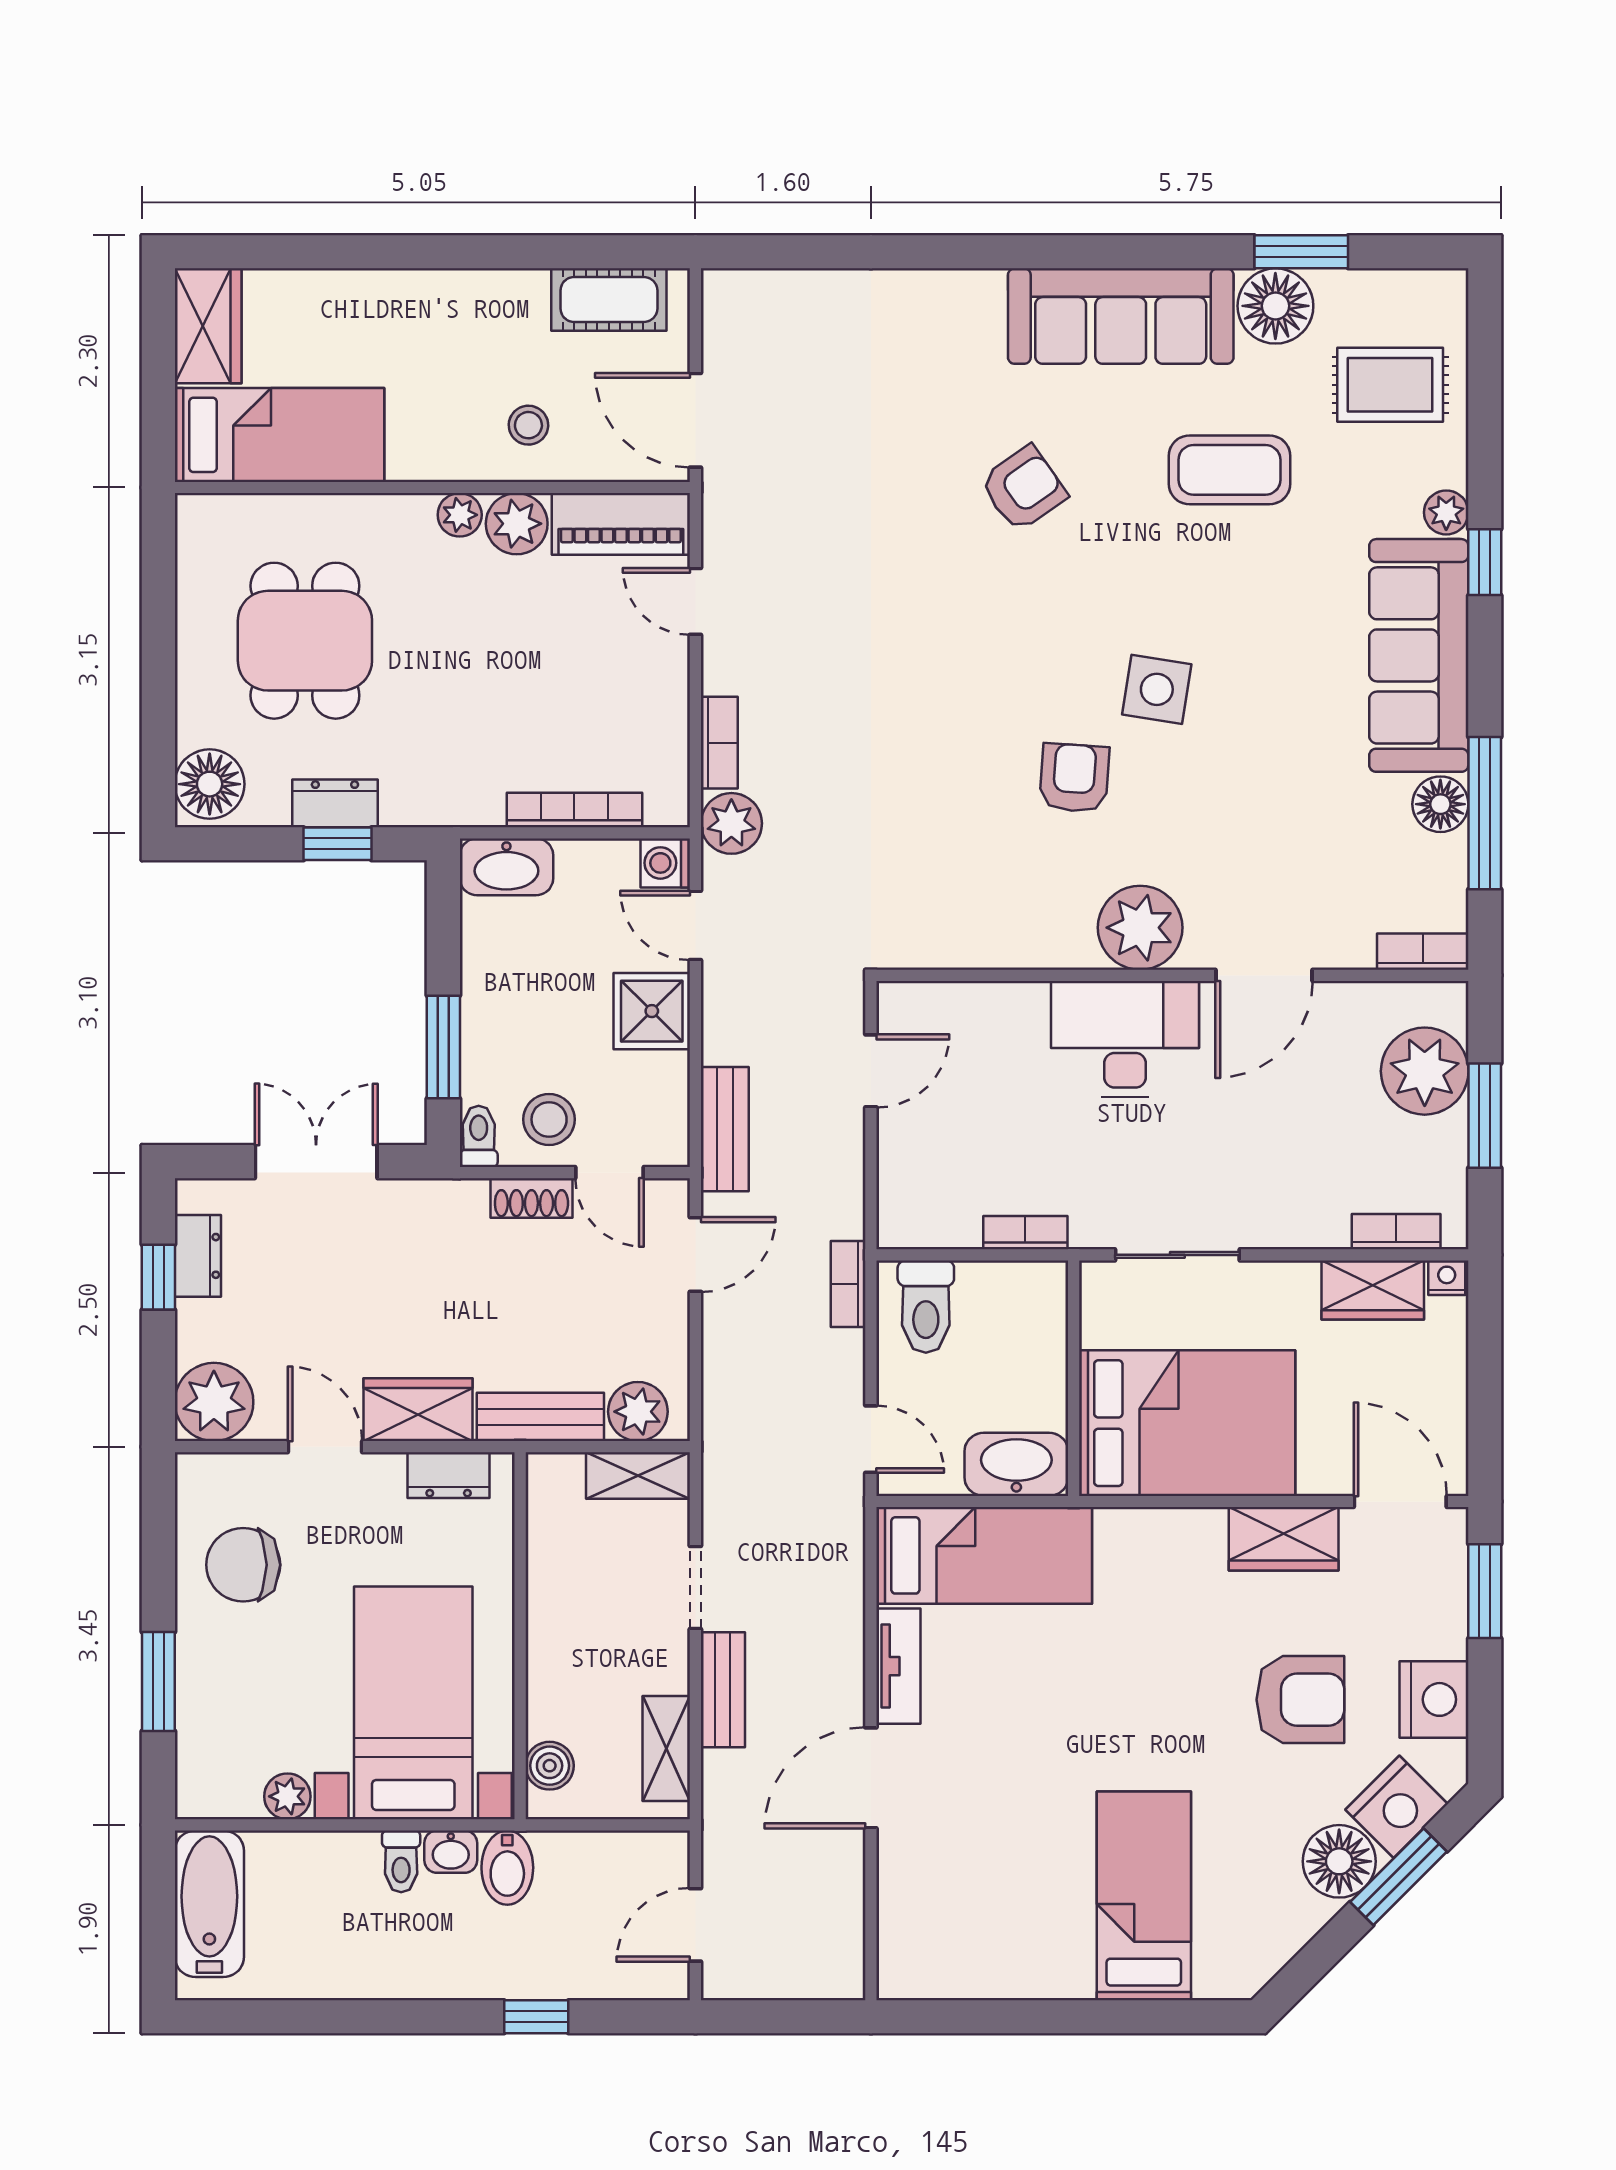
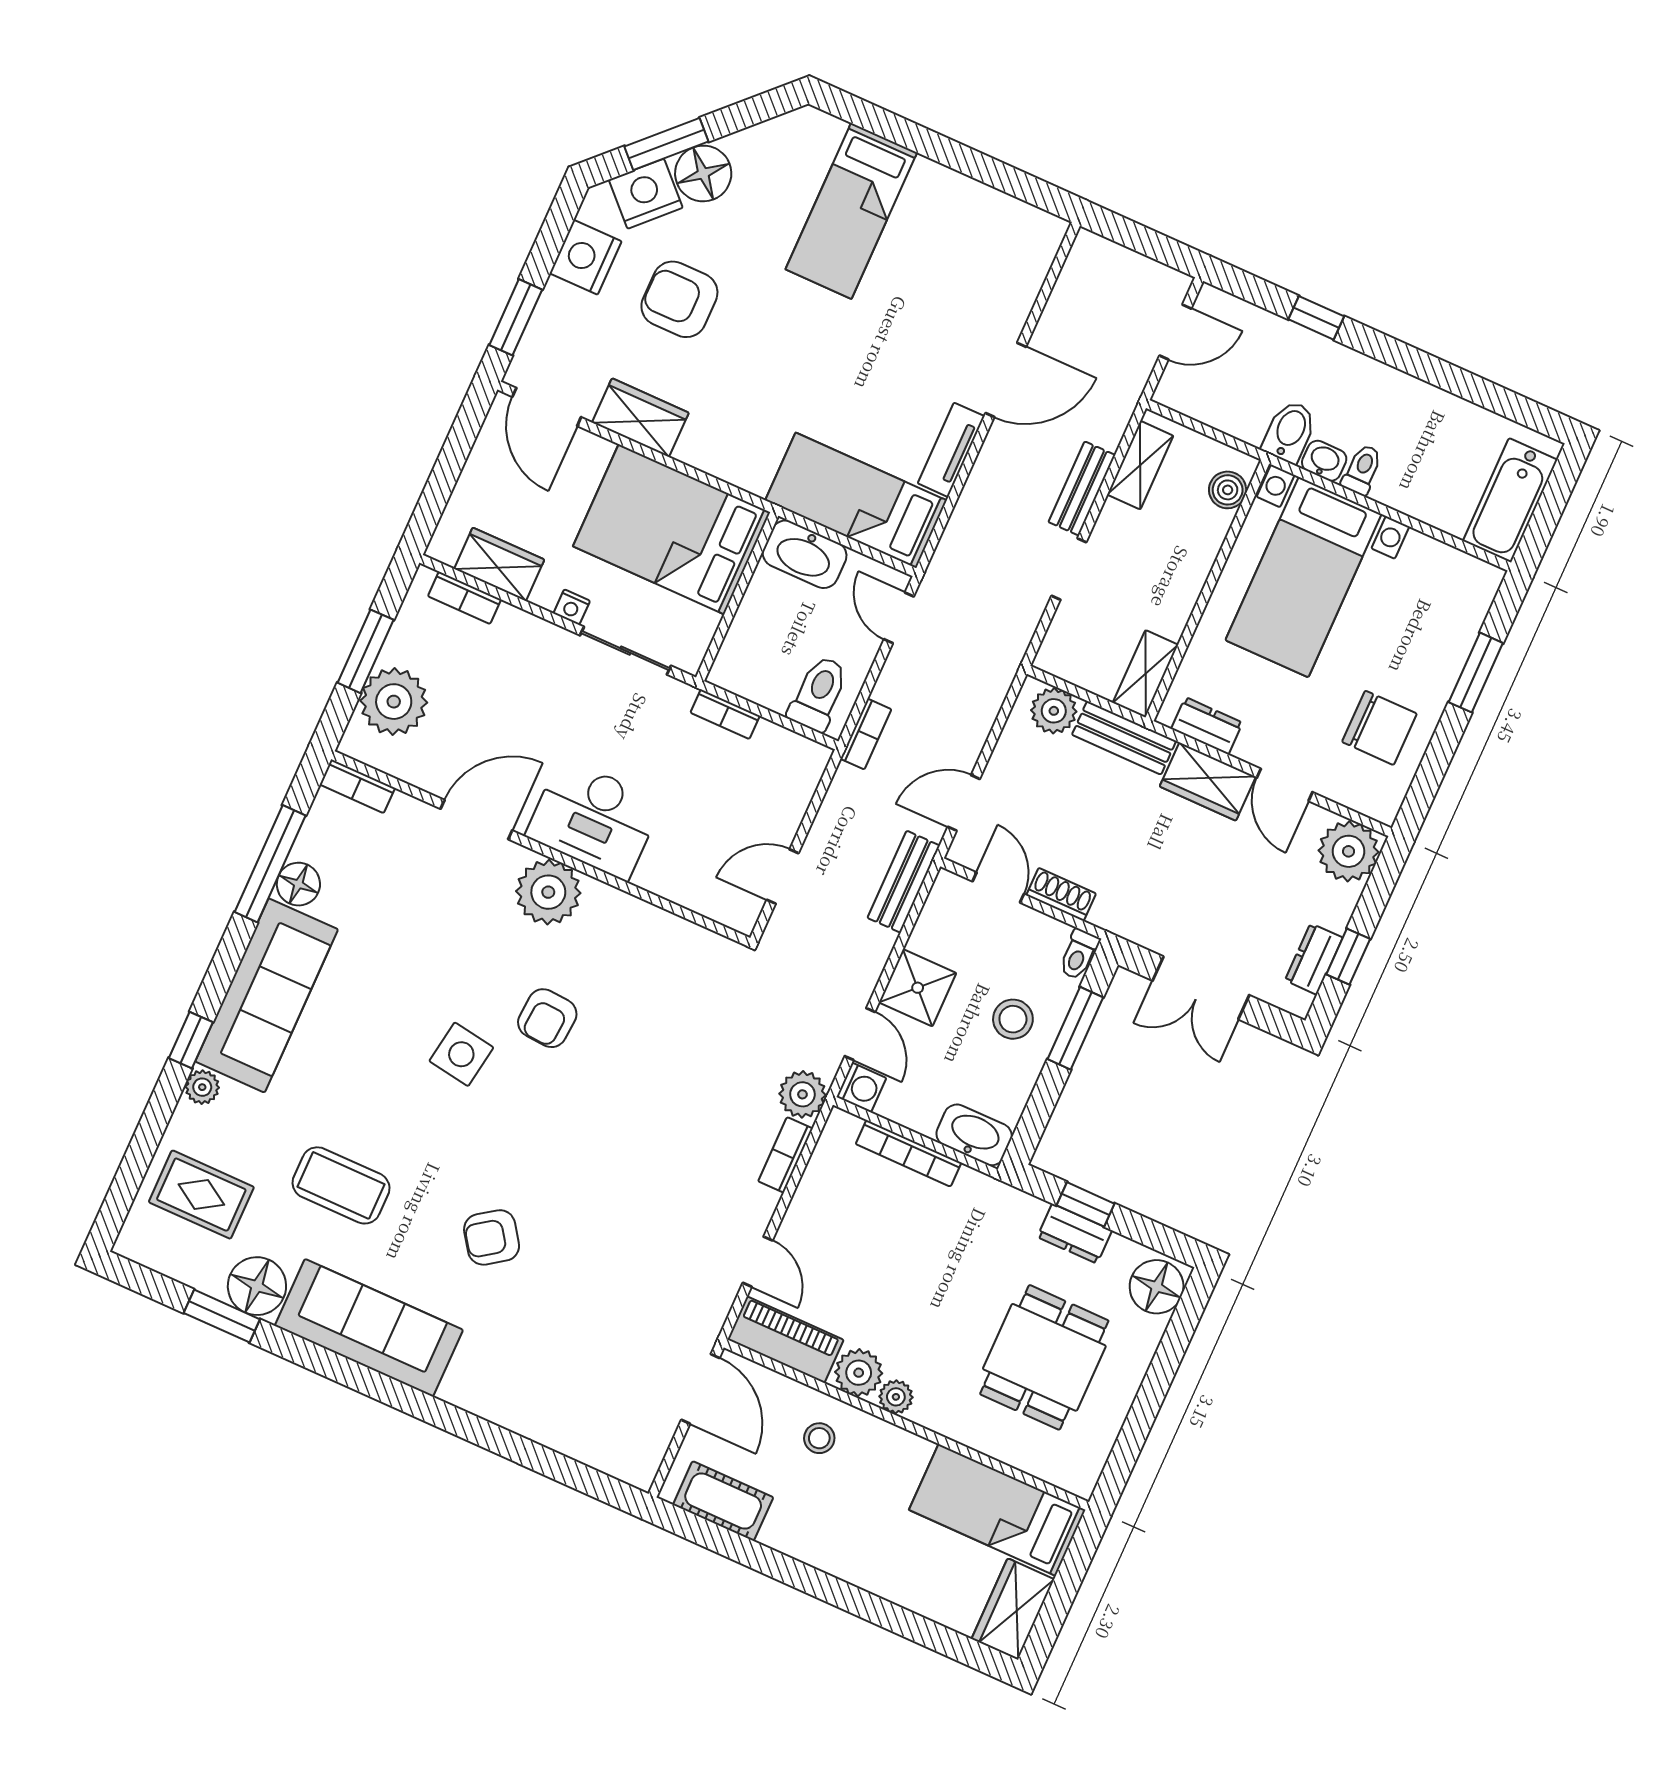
stool: (549, 1119) -> (1013, 1019), moved
nightstand: (1447, 1278) -> (572, 607), moved
shelving: (638, 1476) -> (1145, 674), moved, turned 90
plant: (287, 1796) -> (1421, 551), removed

